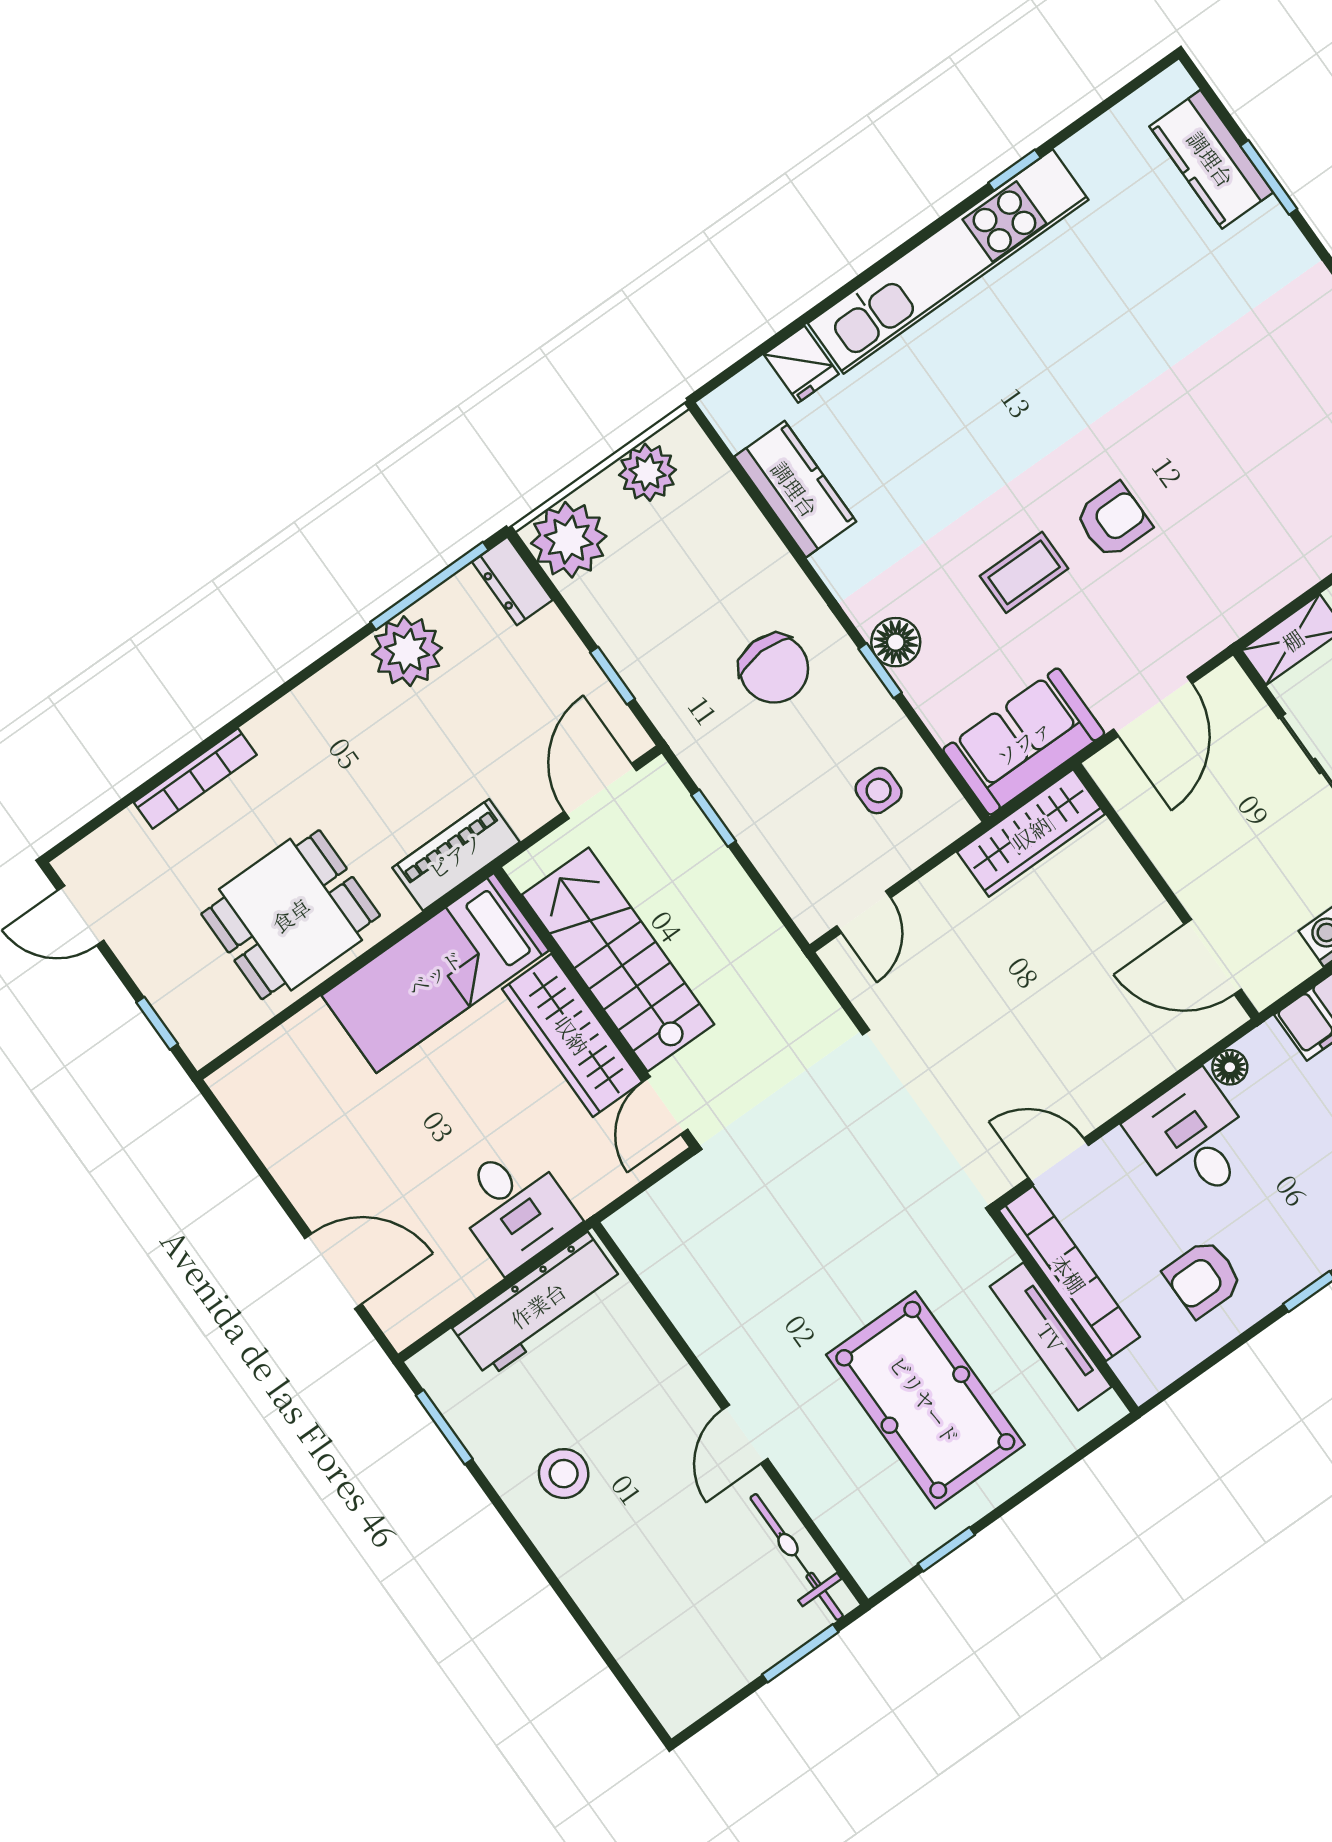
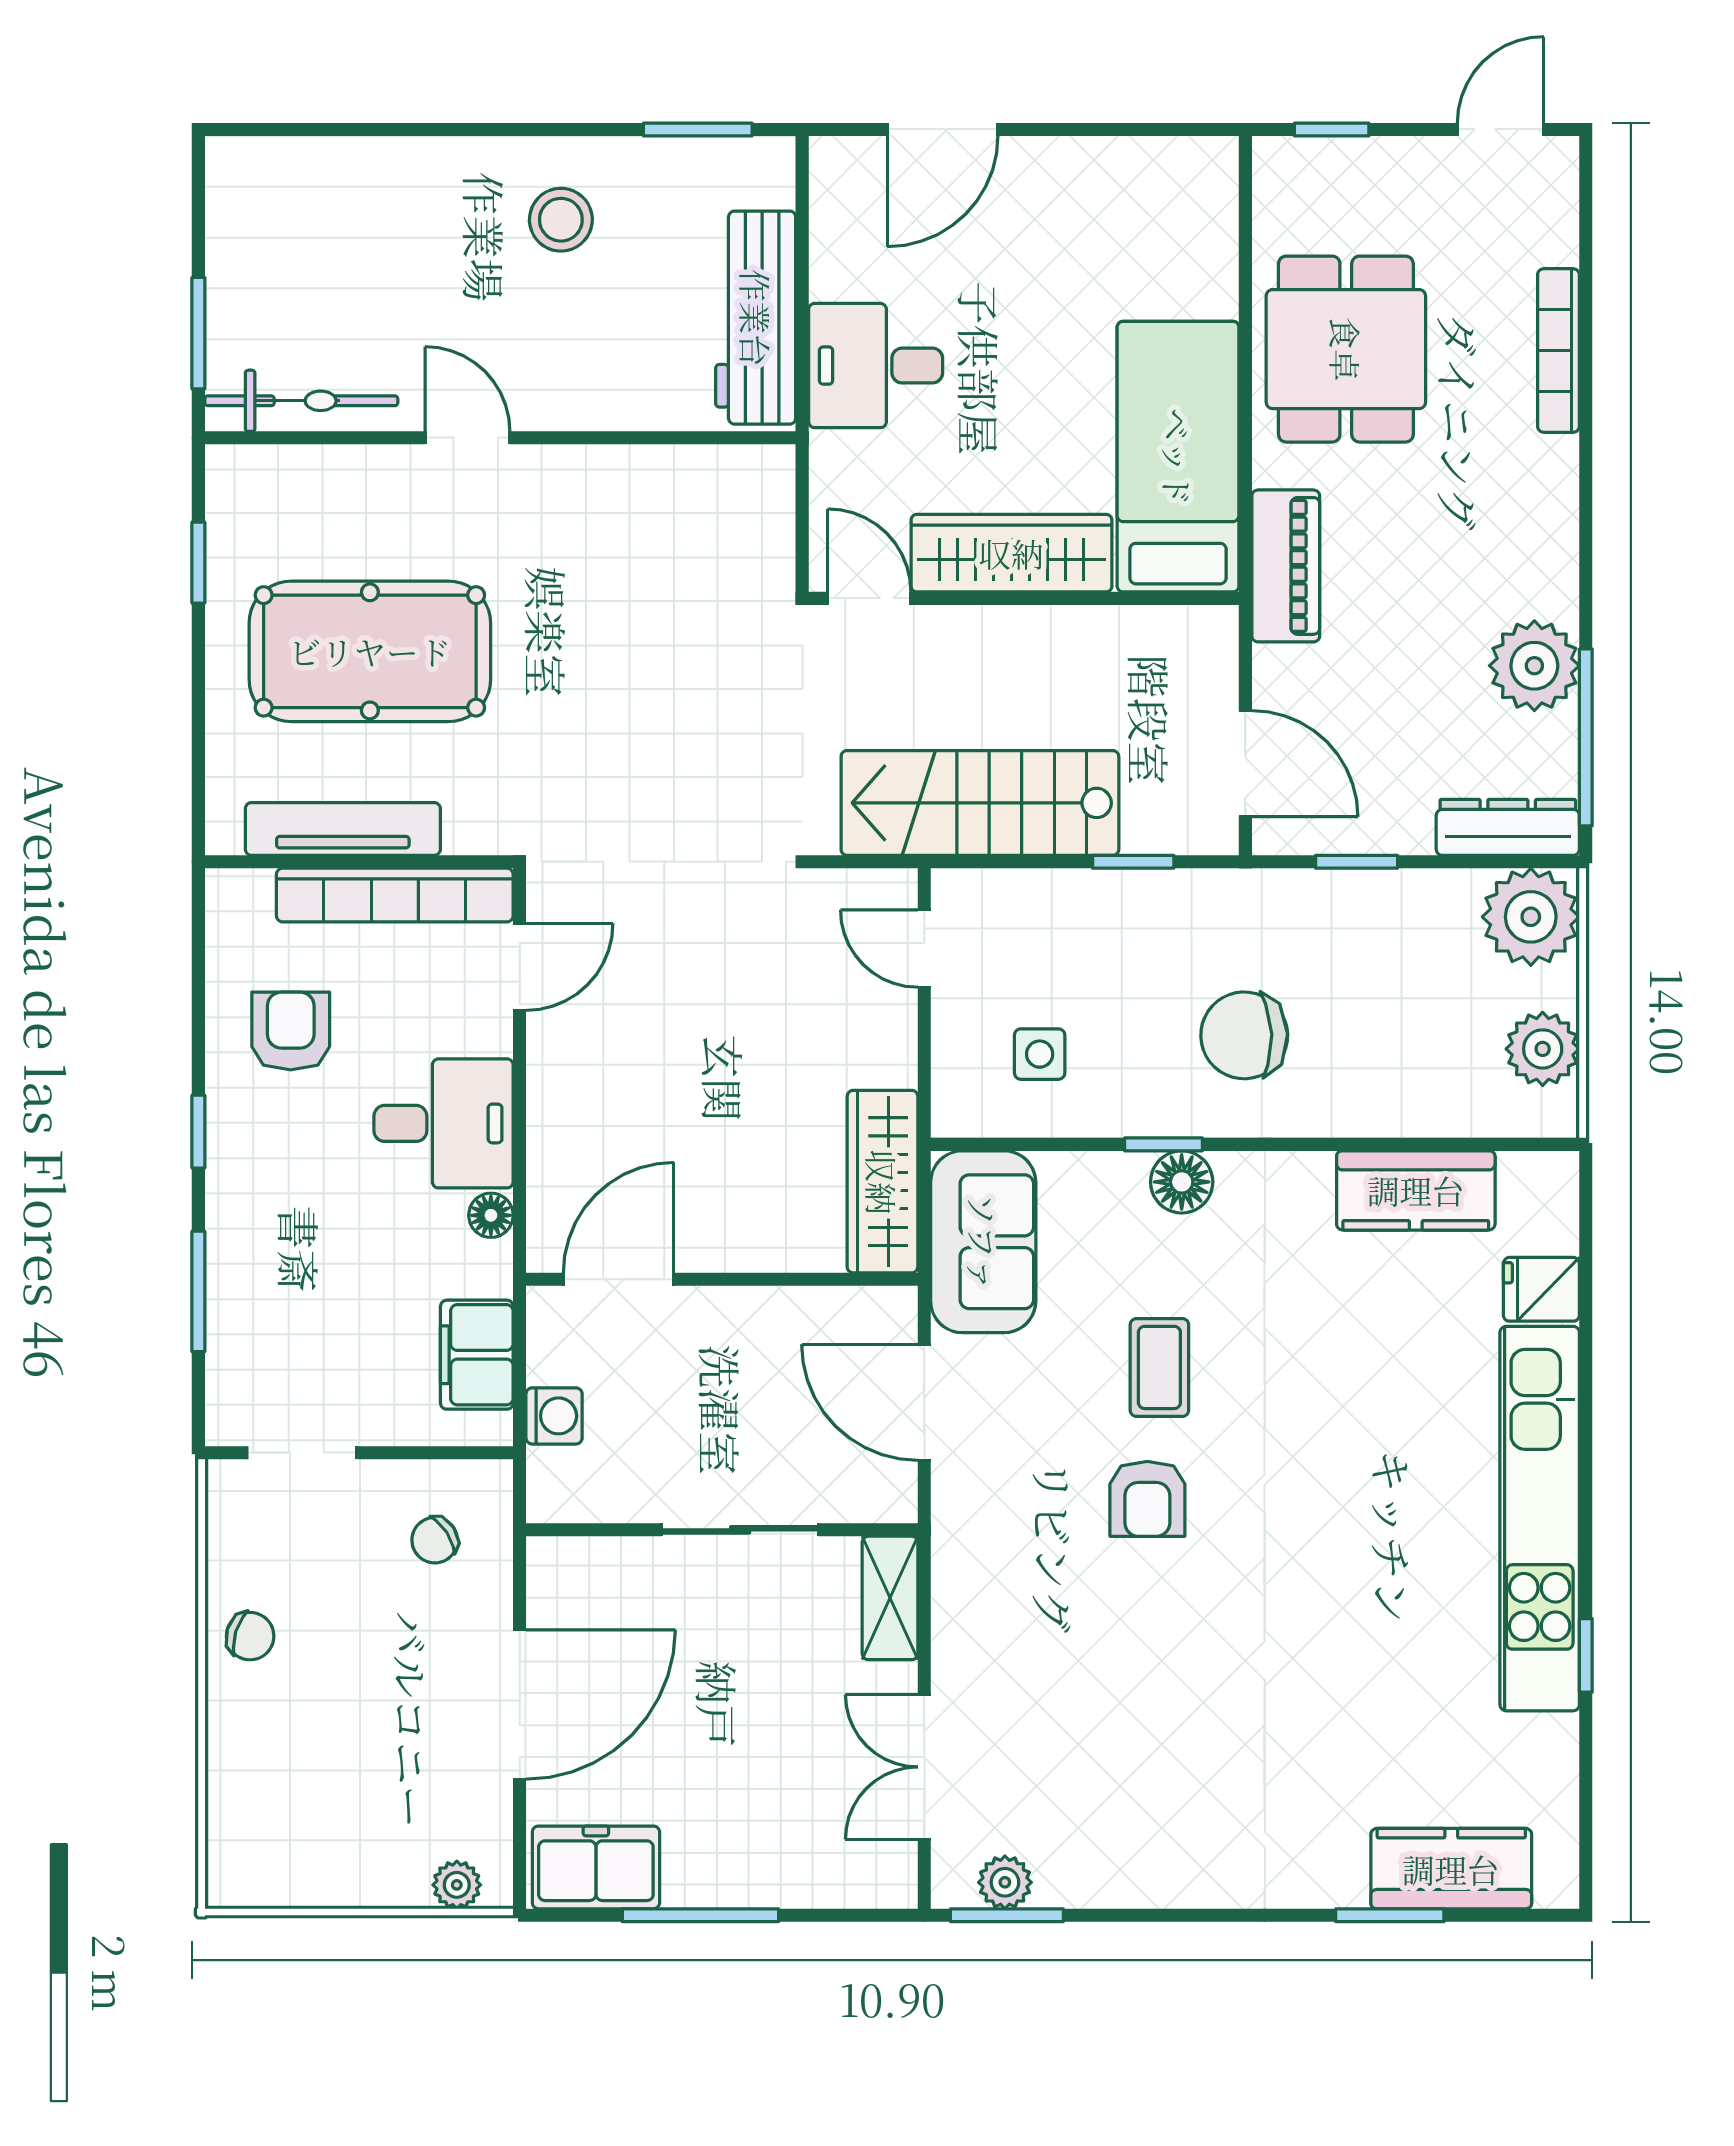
dresser: (512, 581) -> (1508, 827), width x1.44
stairs: (618, 959) -> (980, 803), moved, turned 180

